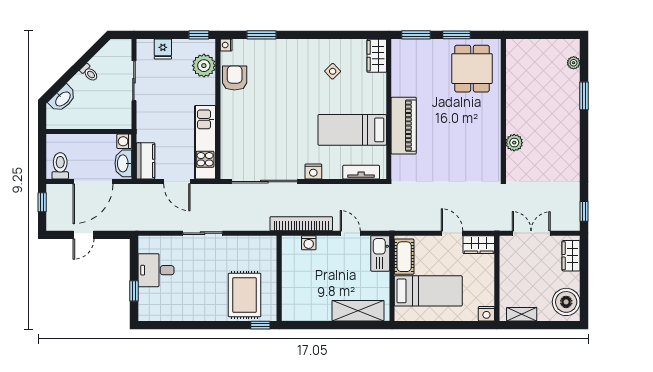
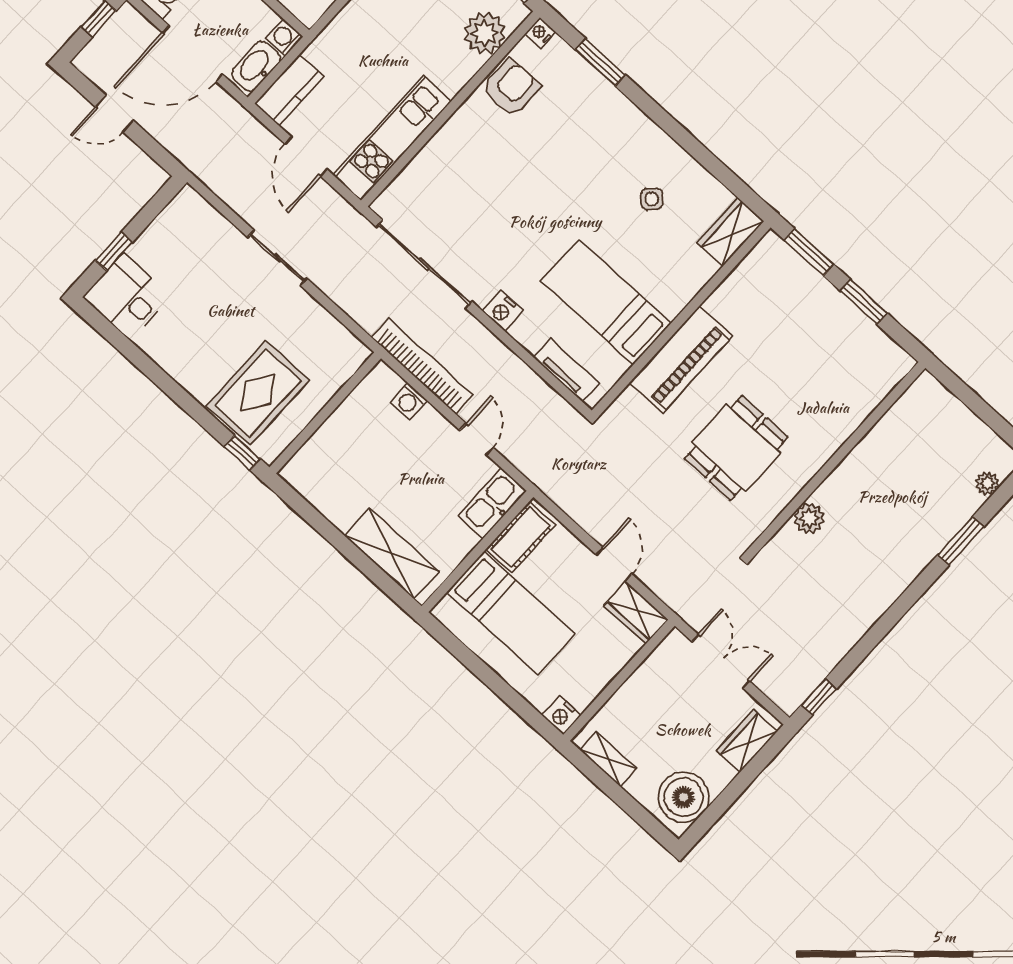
dining table: (472, 69) -> (736, 448), moved
desk: (156, 270) -> (127, 297), moved

